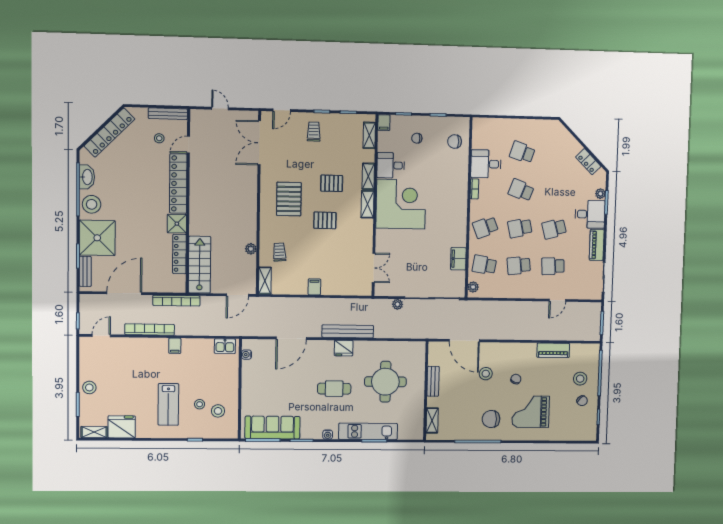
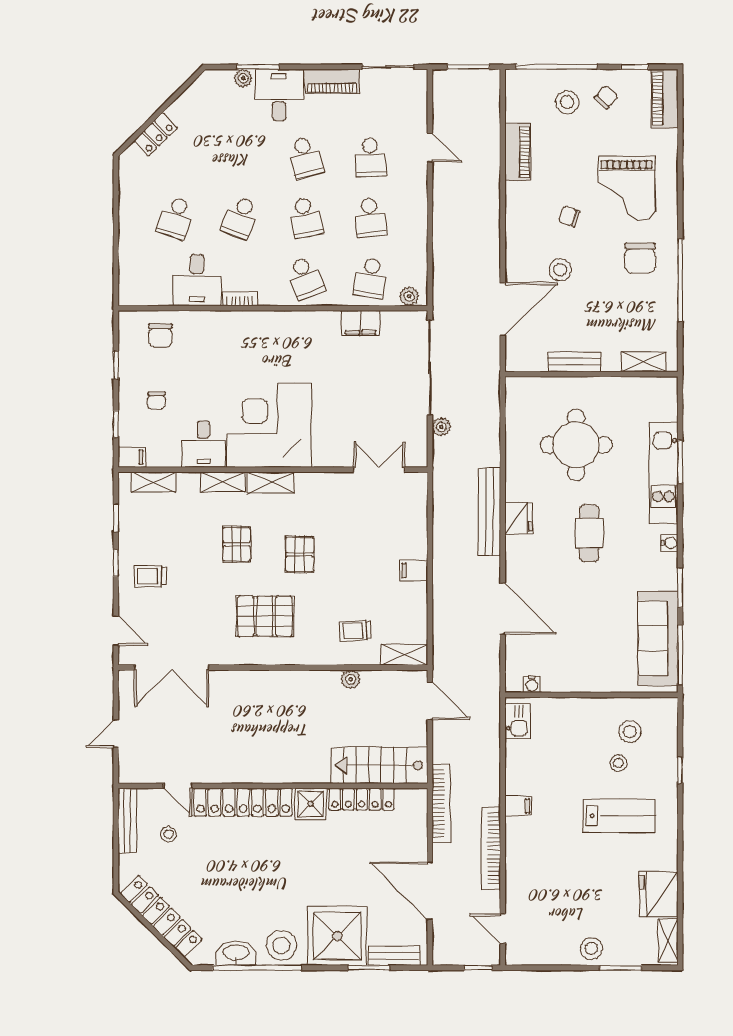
locker: (588, 162) -> (155, 134), moved
piano: (580, 433) -> (665, 99), added

